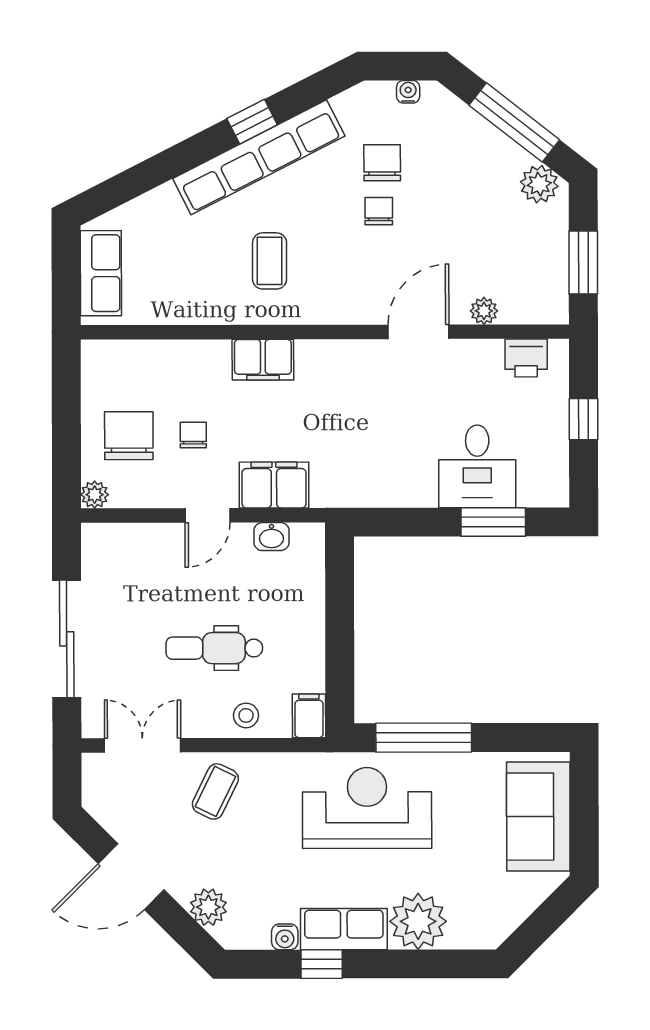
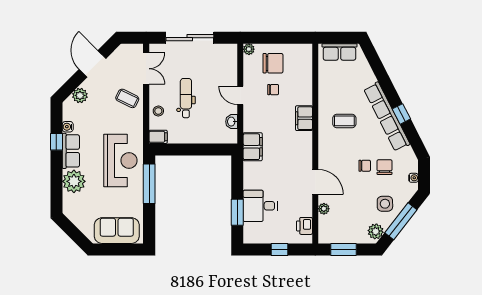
side table: (472, 162) -> (385, 204), added
chair: (382, 163) -> (384, 167), turned -90
filing cabinet: (274, 485) -> (253, 147), moved

